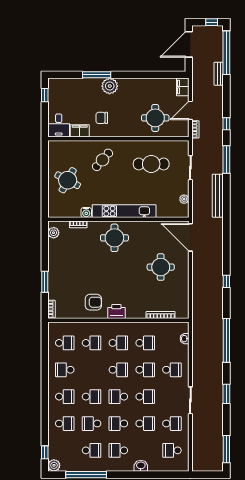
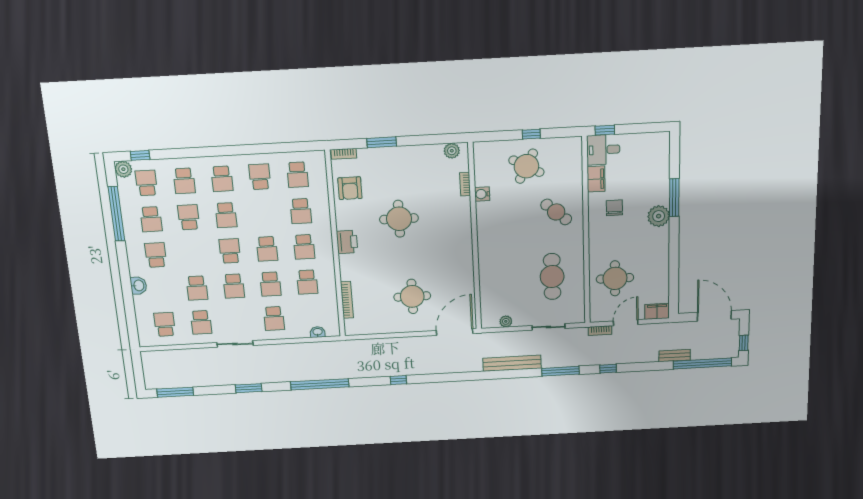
window: (45, 95) -> (605, 130), moved
door: (190, 110) -> (626, 323), hinge flipped
window: (45, 176) -> (531, 134), added
kitchen unit: (124, 211) -> (486, 244), removed
round table: (114, 238) -> (399, 219), moved
armchair: (93, 302) -> (350, 188), moved
school desk: (118, 424) -> (146, 183), moved

